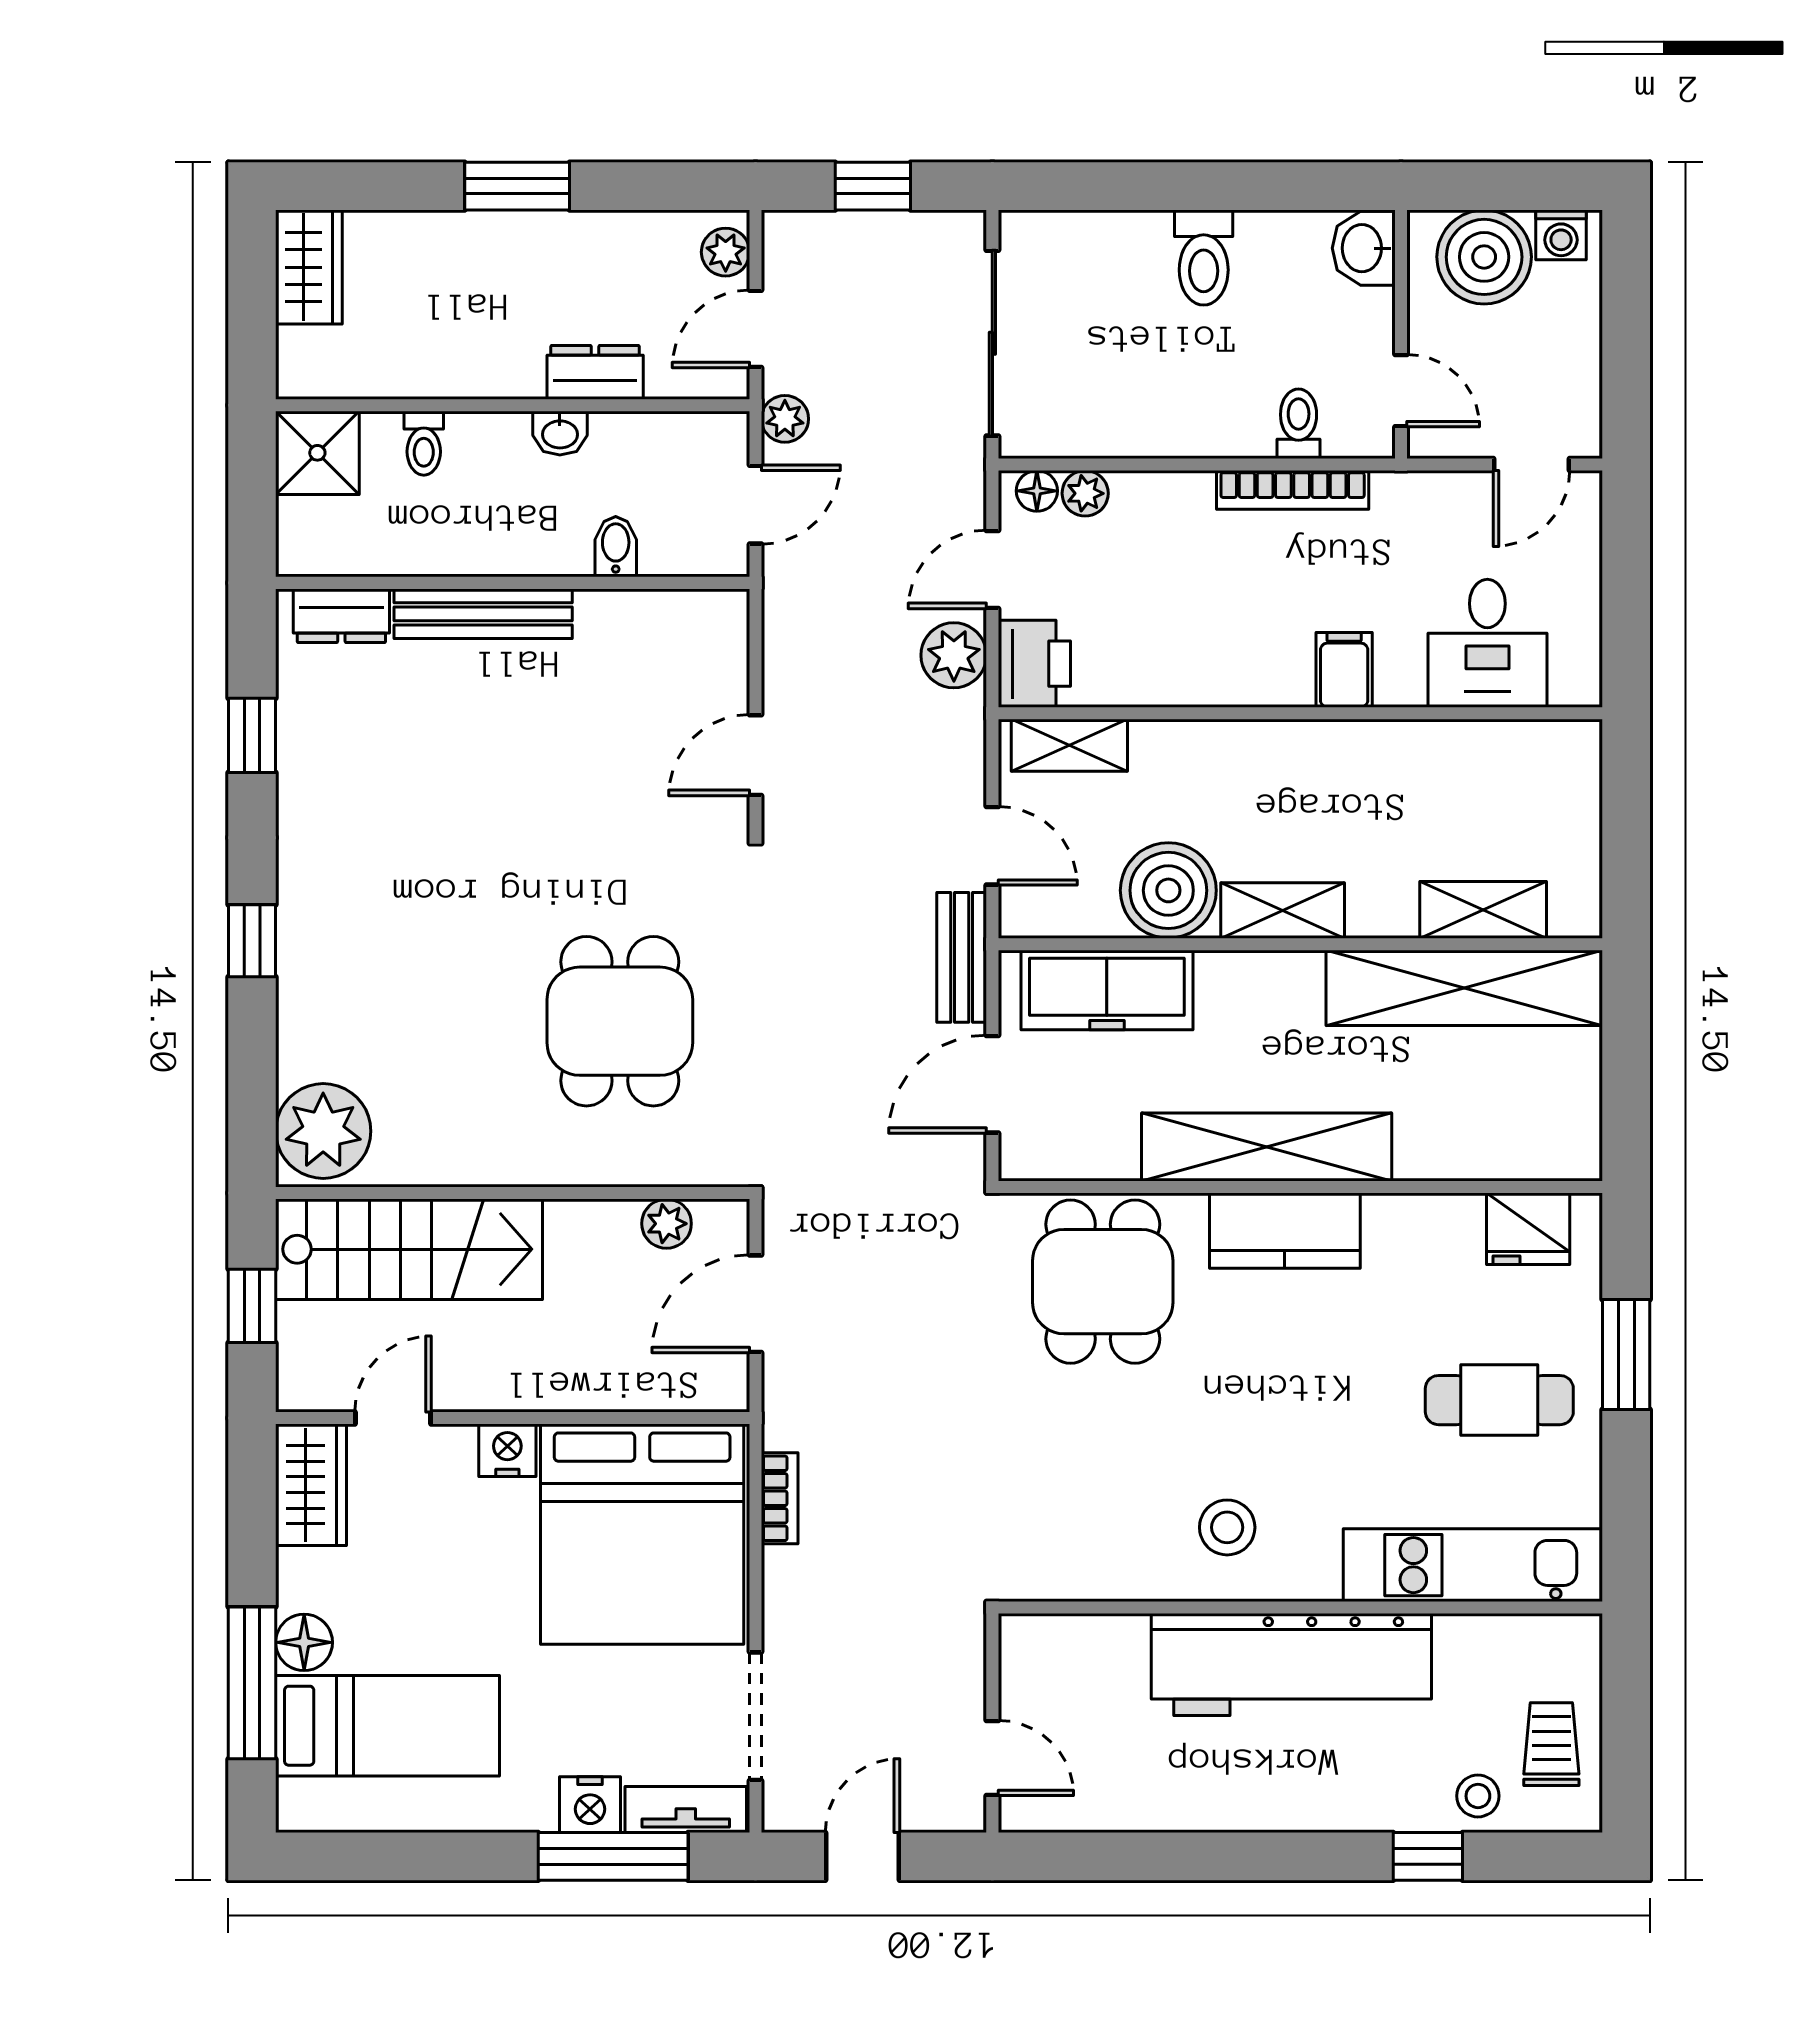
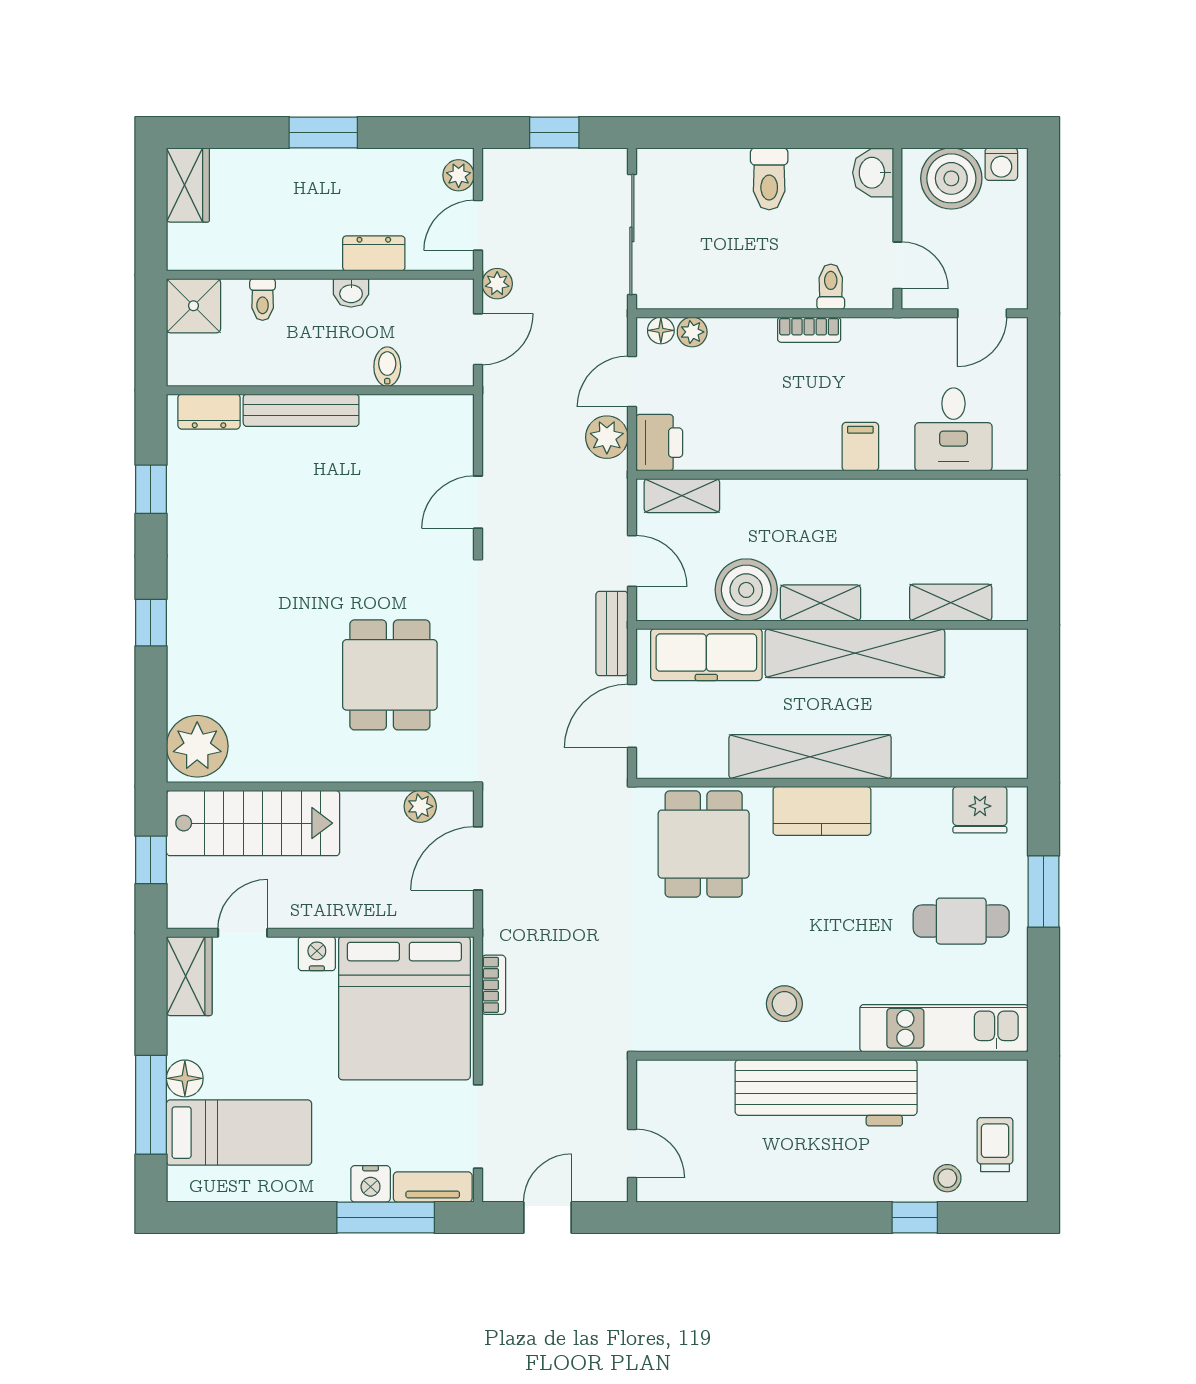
bookcase: (1293, 490) -> (809, 330), width x0.64
shelving: (1464, 988) -> (855, 653), moved

